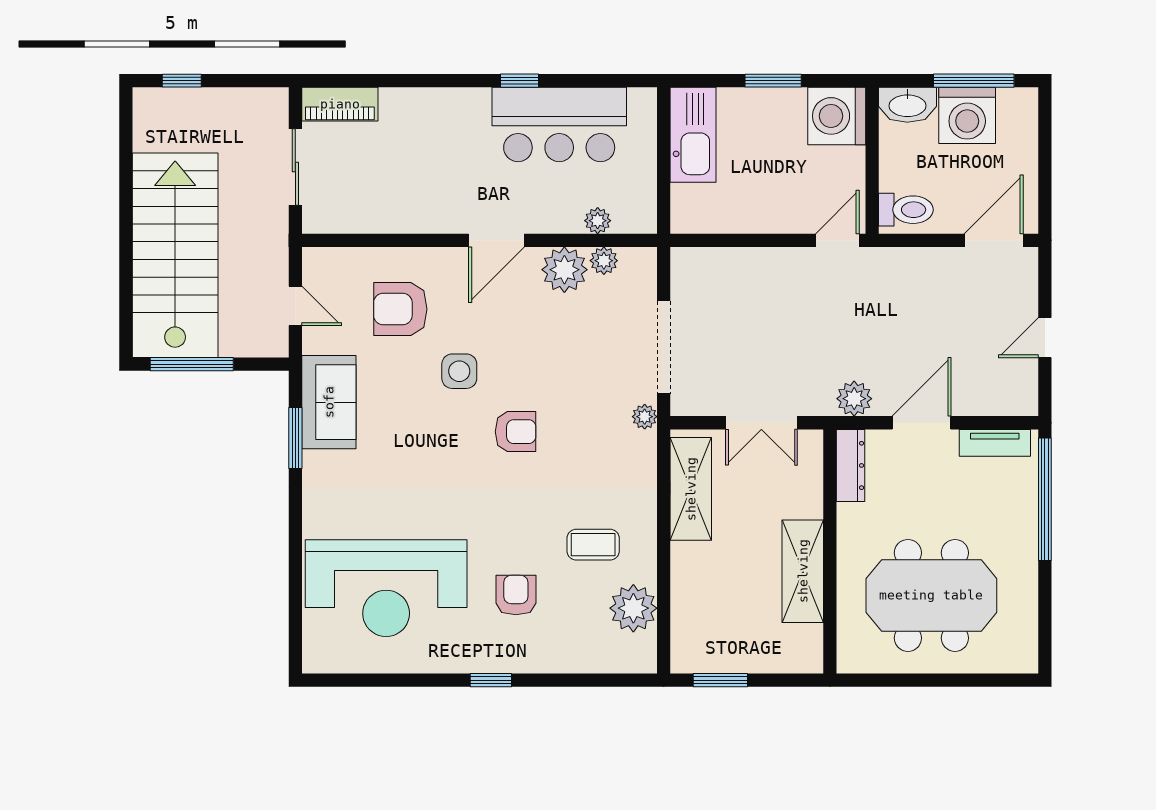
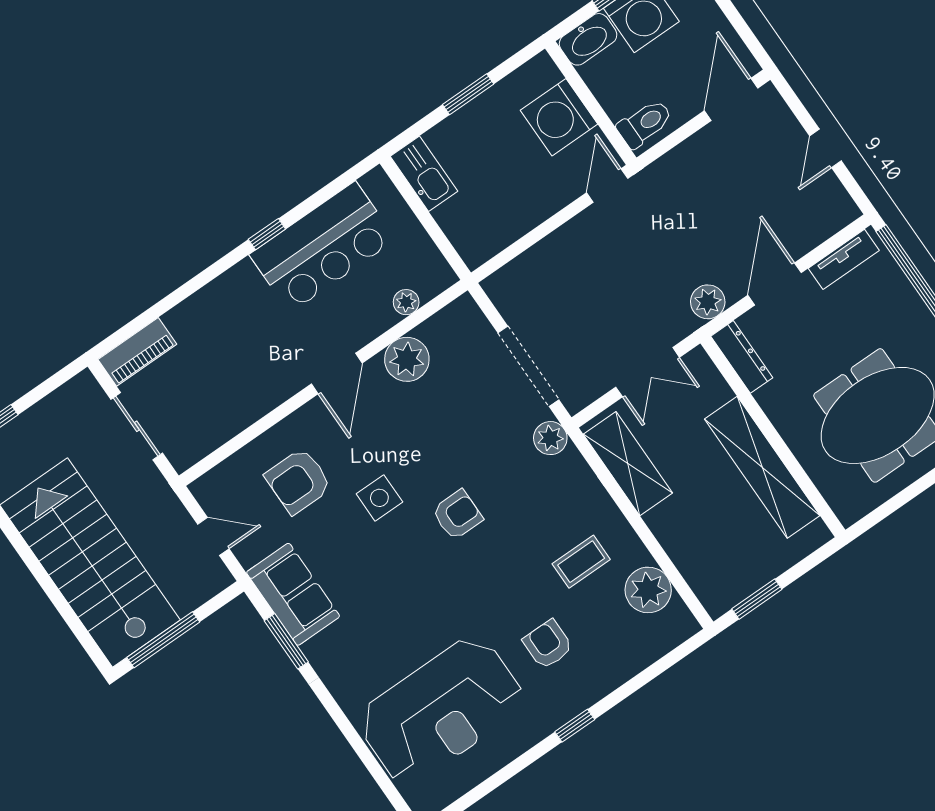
washing machine: (837, 116) -> (559, 117), moved
kitchen sink: (693, 135) -> (424, 174), width x0.73, depth x0.81
plant: (604, 261) -> (433, 330), removed
plant: (645, 417) -> (550, 438), width x1.38, depth x1.38
shelving: (803, 571) -> (762, 467), width x1.47

